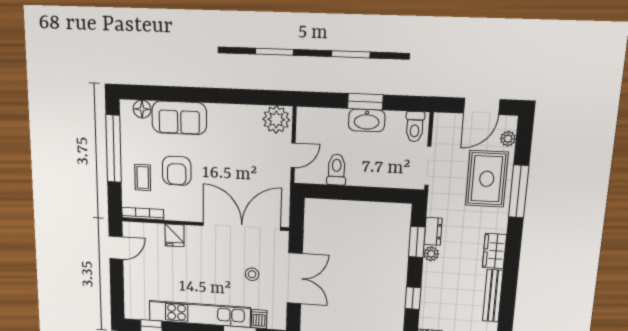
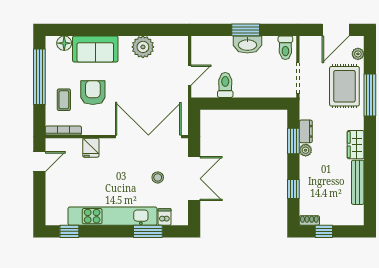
plant: (276, 120) -> (143, 47), moved
armchair: (177, 171) -> (93, 93), turned 180

